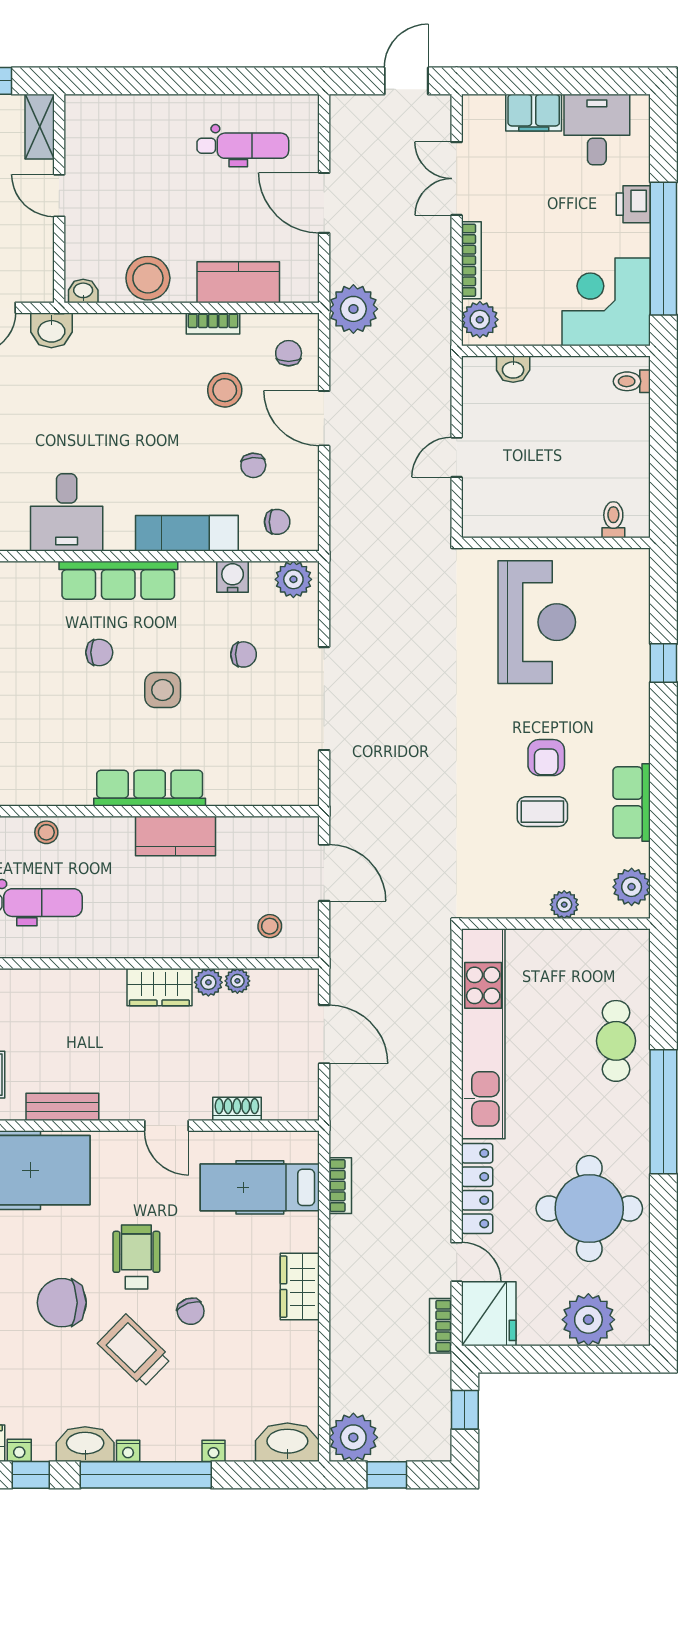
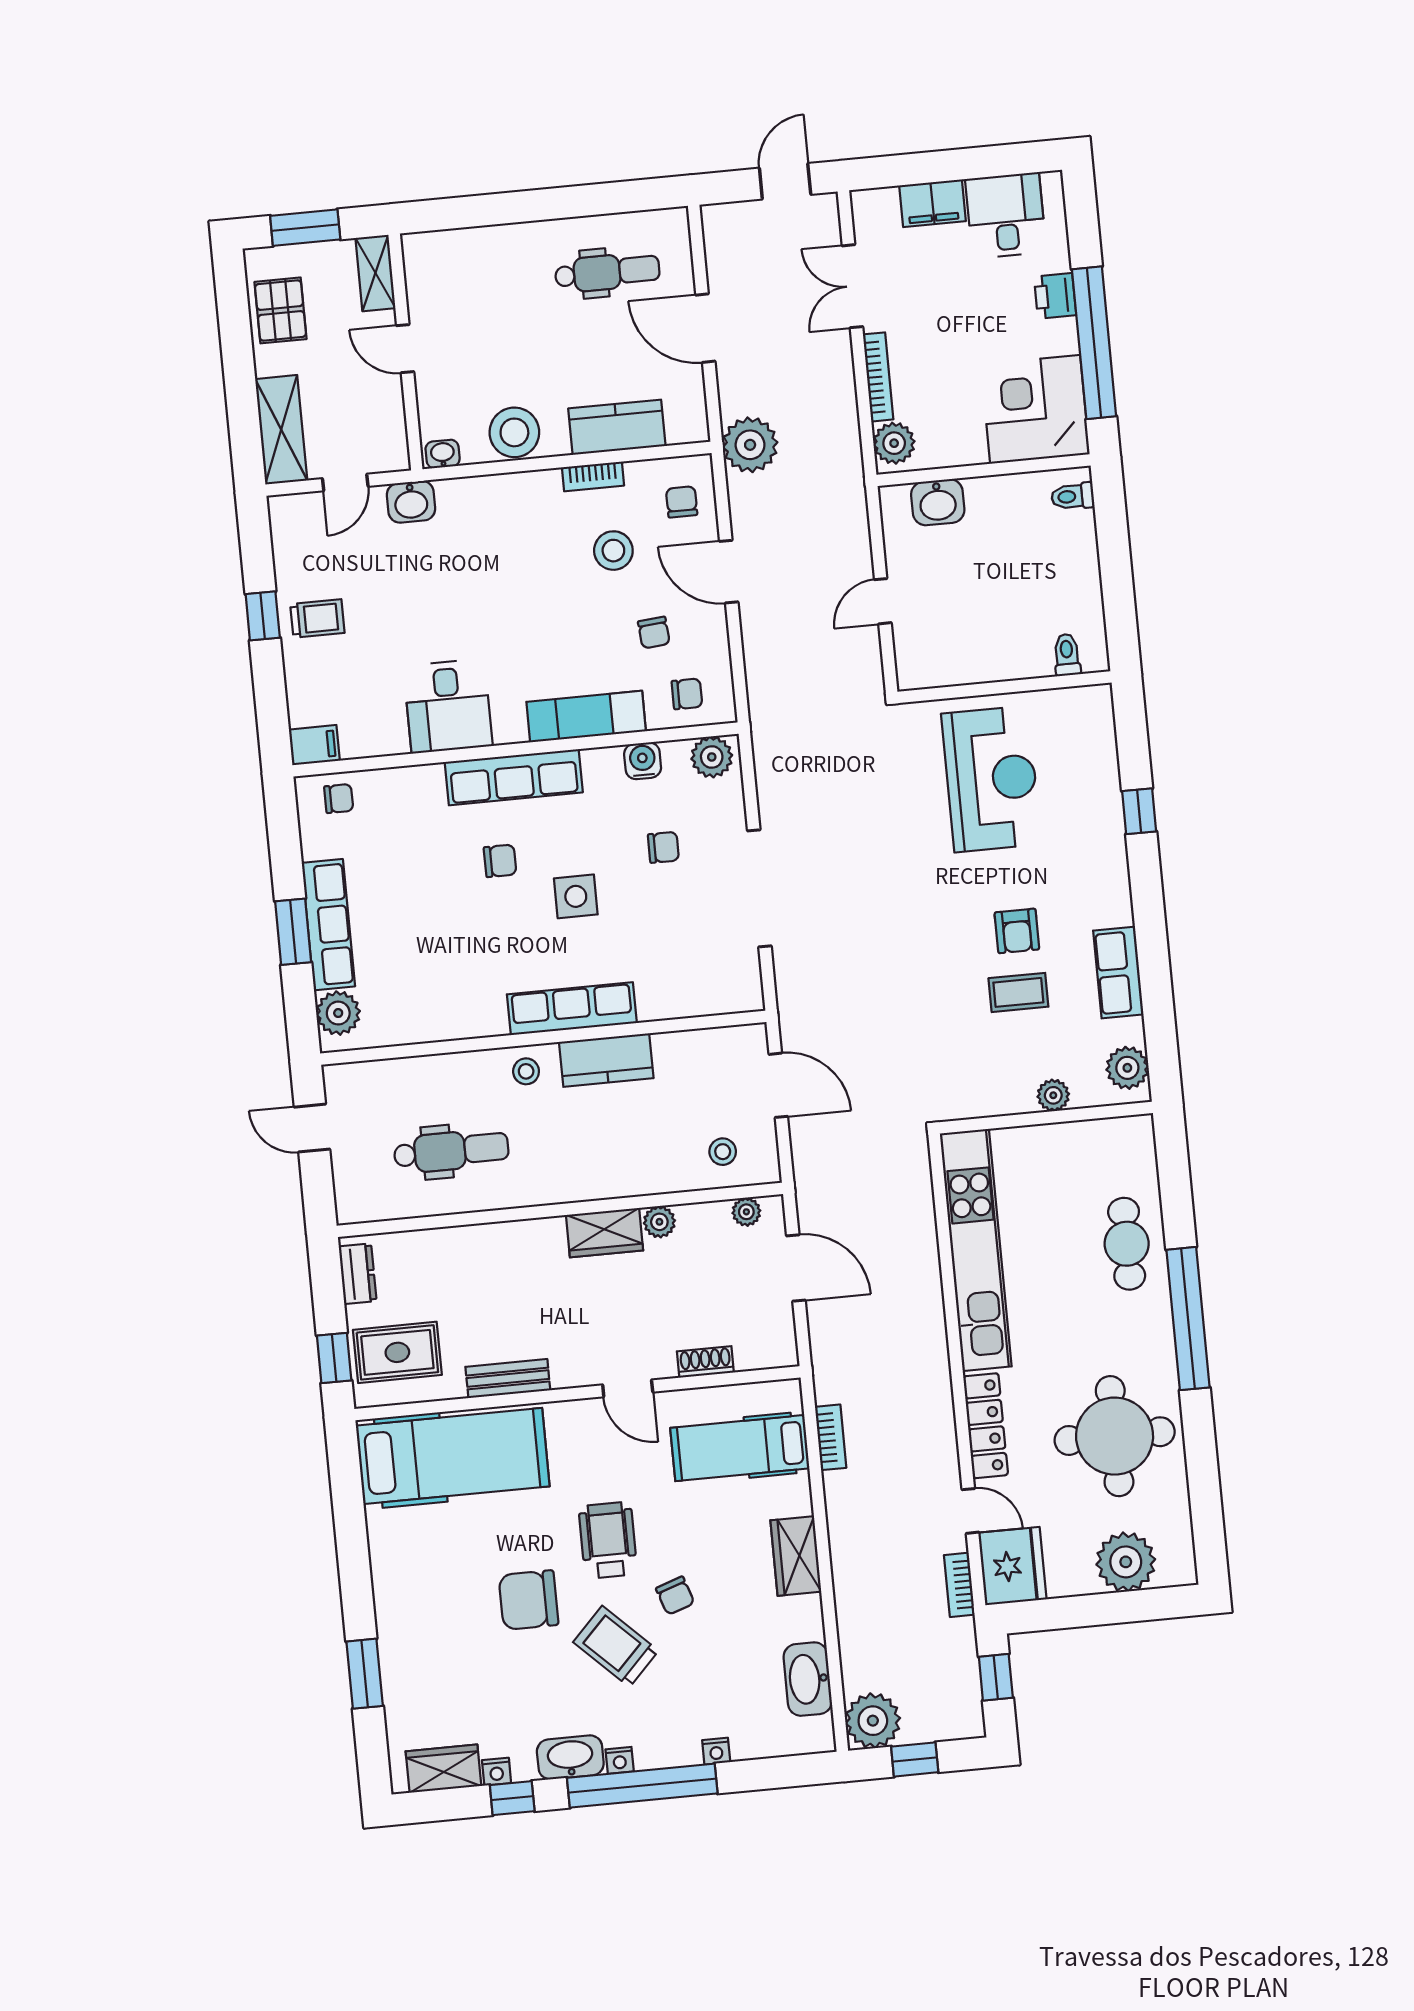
washbasin: (513, 369) -> (938, 502), width x1.38, depth x1.45
stool: (46, 832) -> (526, 1071), moved
plant: (237, 981) -> (746, 1212), moved
washbasin: (287, 1442) -> (808, 1679), moved, turned -90

